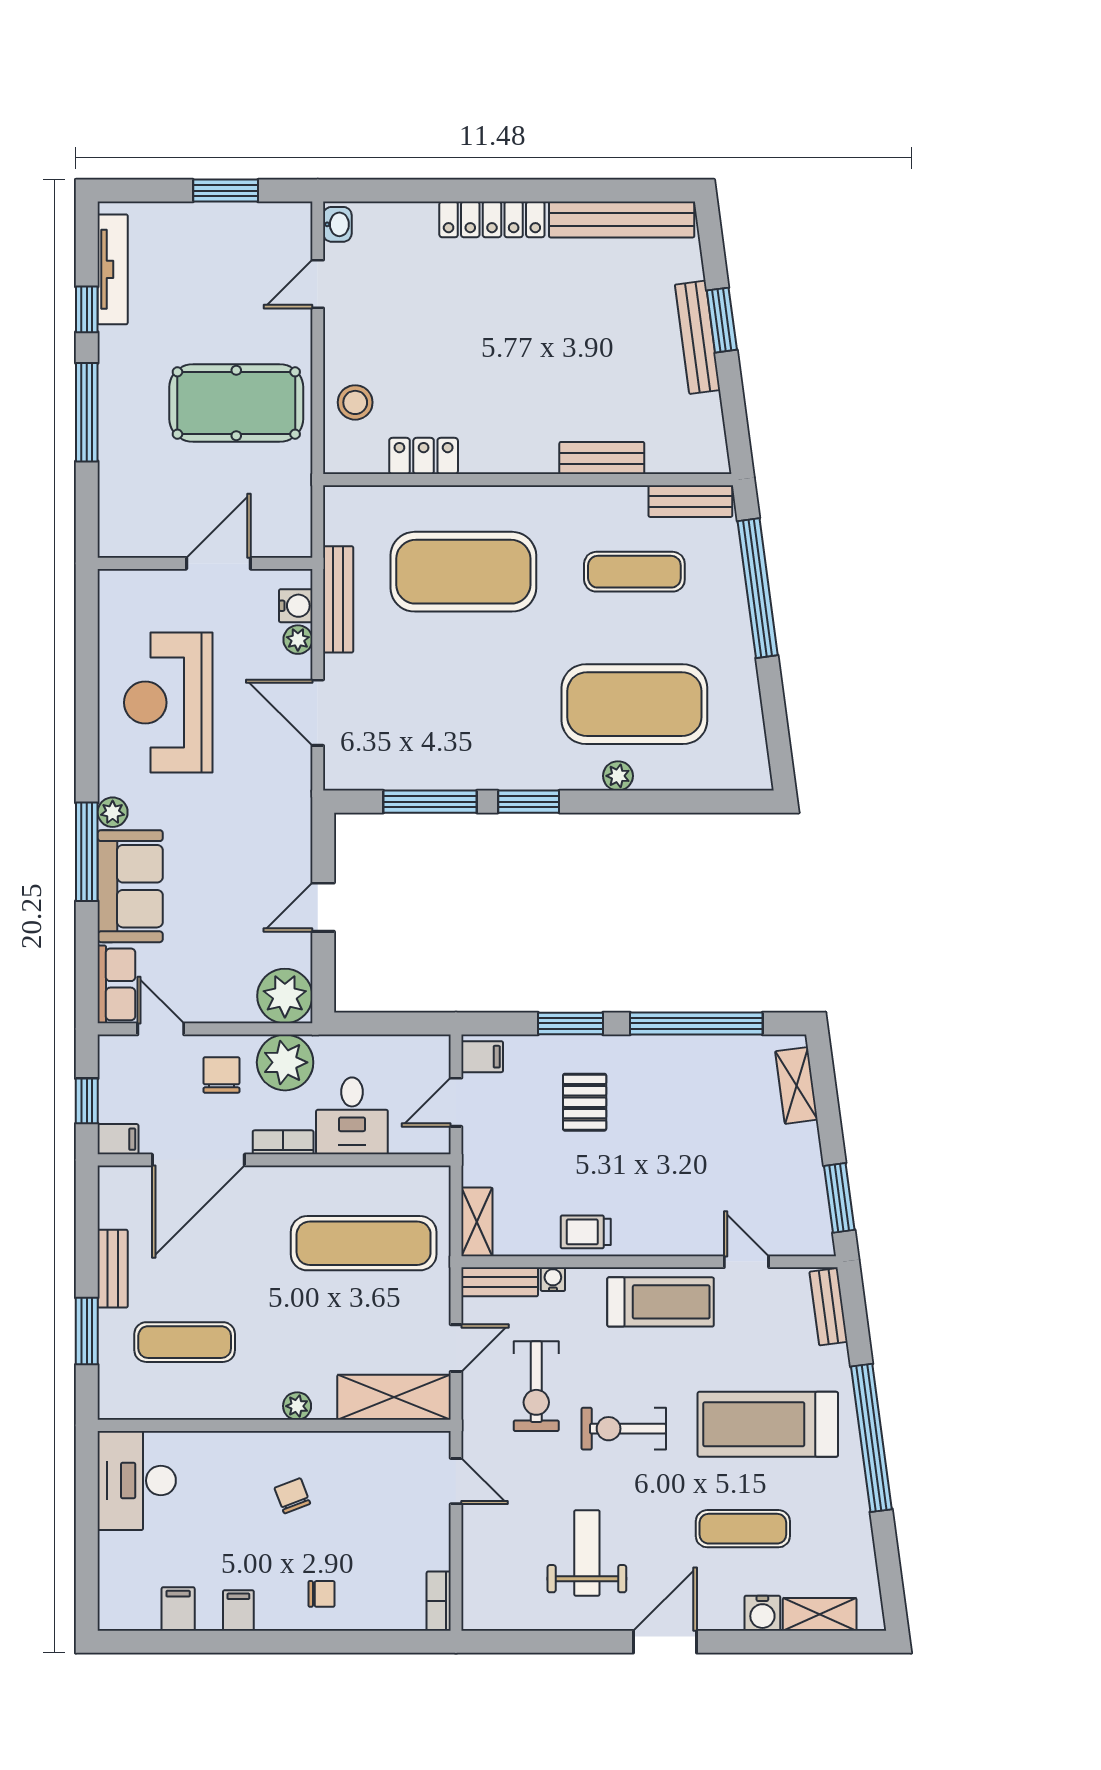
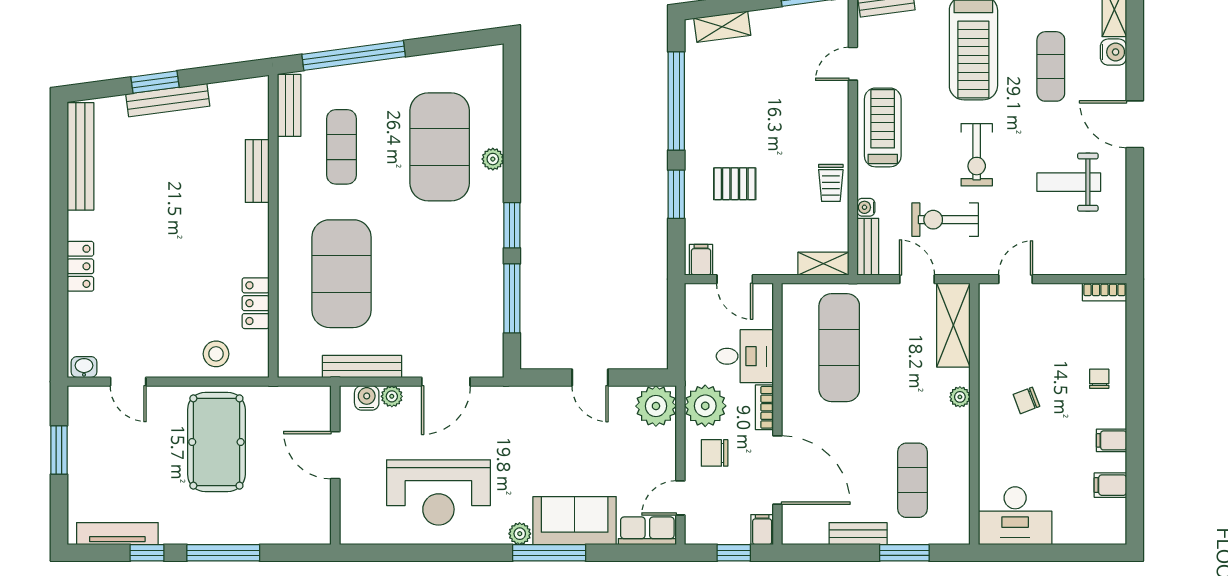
locker: (492, 219) -> (80, 266), width x0.66
exercise bike: (536, 1386) -> (945, 220), turned 180

